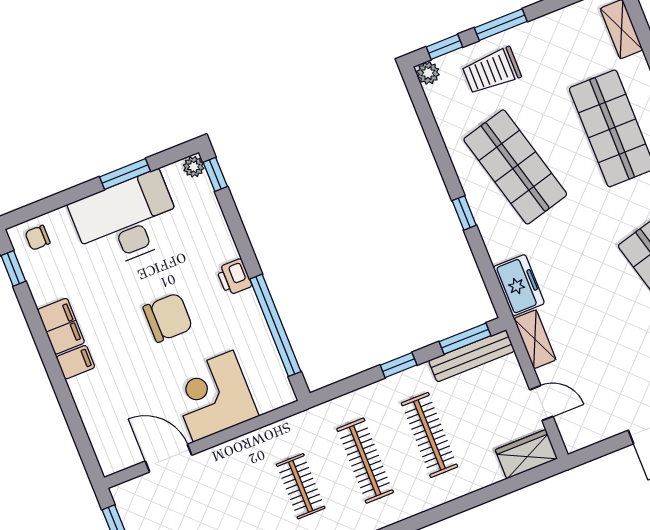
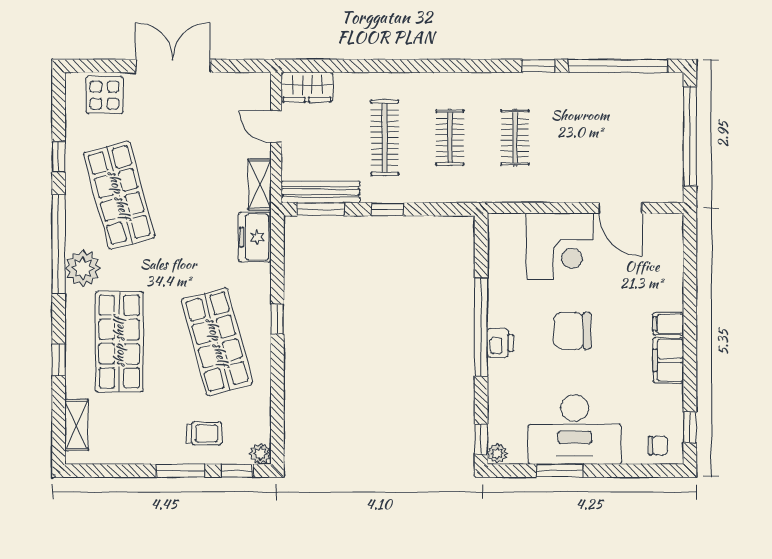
trolley: (492, 71) -> (204, 433), width x0.73, depth x0.72
window: (275, 325) -> (481, 327), moved
clothes rail: (365, 461) -> (450, 138), width x0.73

